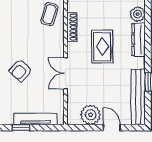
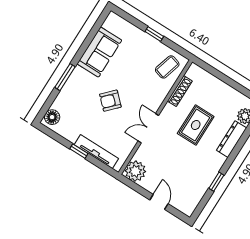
bench: (138, 97) -> (199, 190), removed
plant: (91, 115) -> (135, 171), moved

